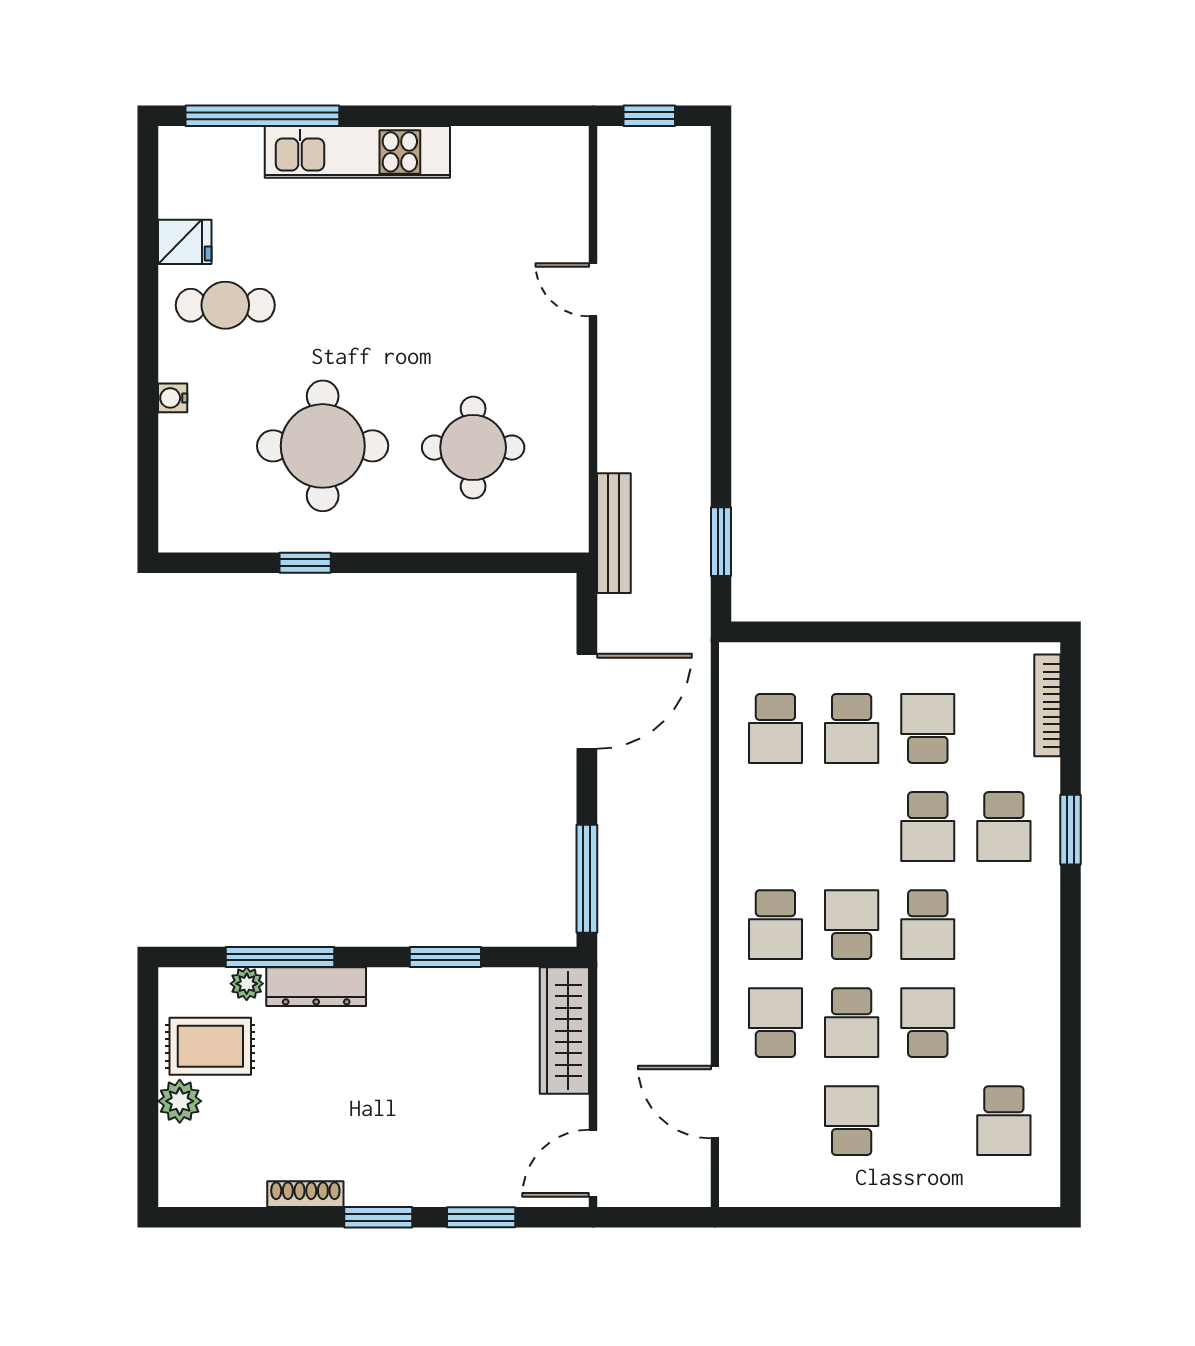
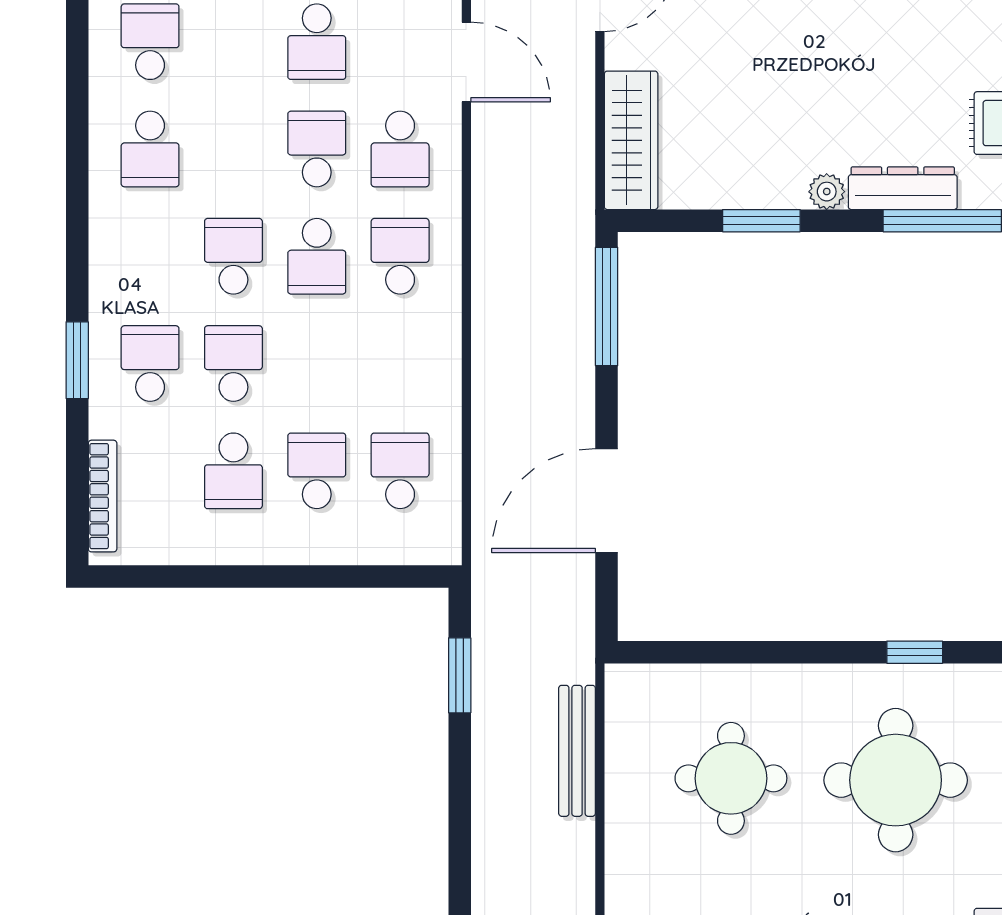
bench: (614, 533) -> (577, 751), moved
plant: (247, 984) -> (827, 192), moved
school desk: (928, 1023) -> (150, 149), moved

